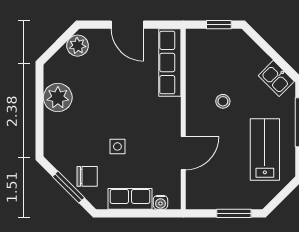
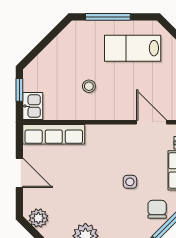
door: (127, 25) -> (19, 173), hinge flipped
kitchen sink: (276, 78) -> (33, 106), moved, turned -45
door: (183, 153) -> (152, 122), moved

